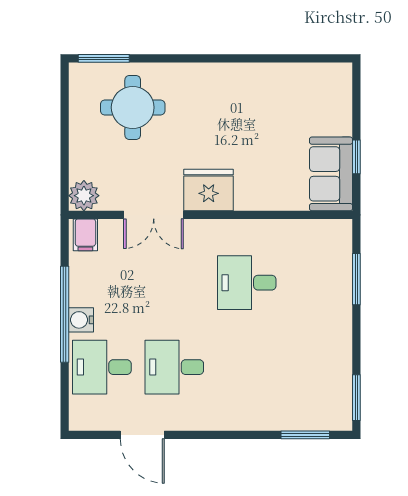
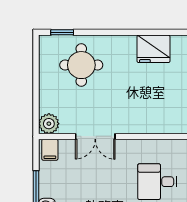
window: (104, 58) -> (62, 32), width x0.67
fridge: (209, 190) -> (153, 49), moved, turned 180

